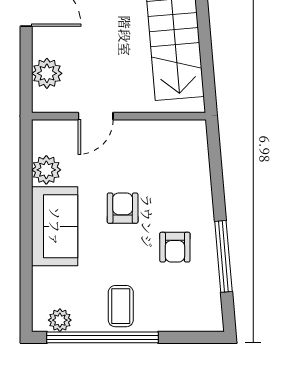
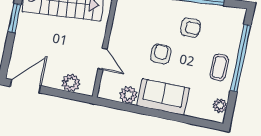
armchair: (123, 208) -> (161, 54), turned 90
coffee table: (121, 306) -> (219, 67), turned 90
window: (103, 337) -> (240, 58), moved

